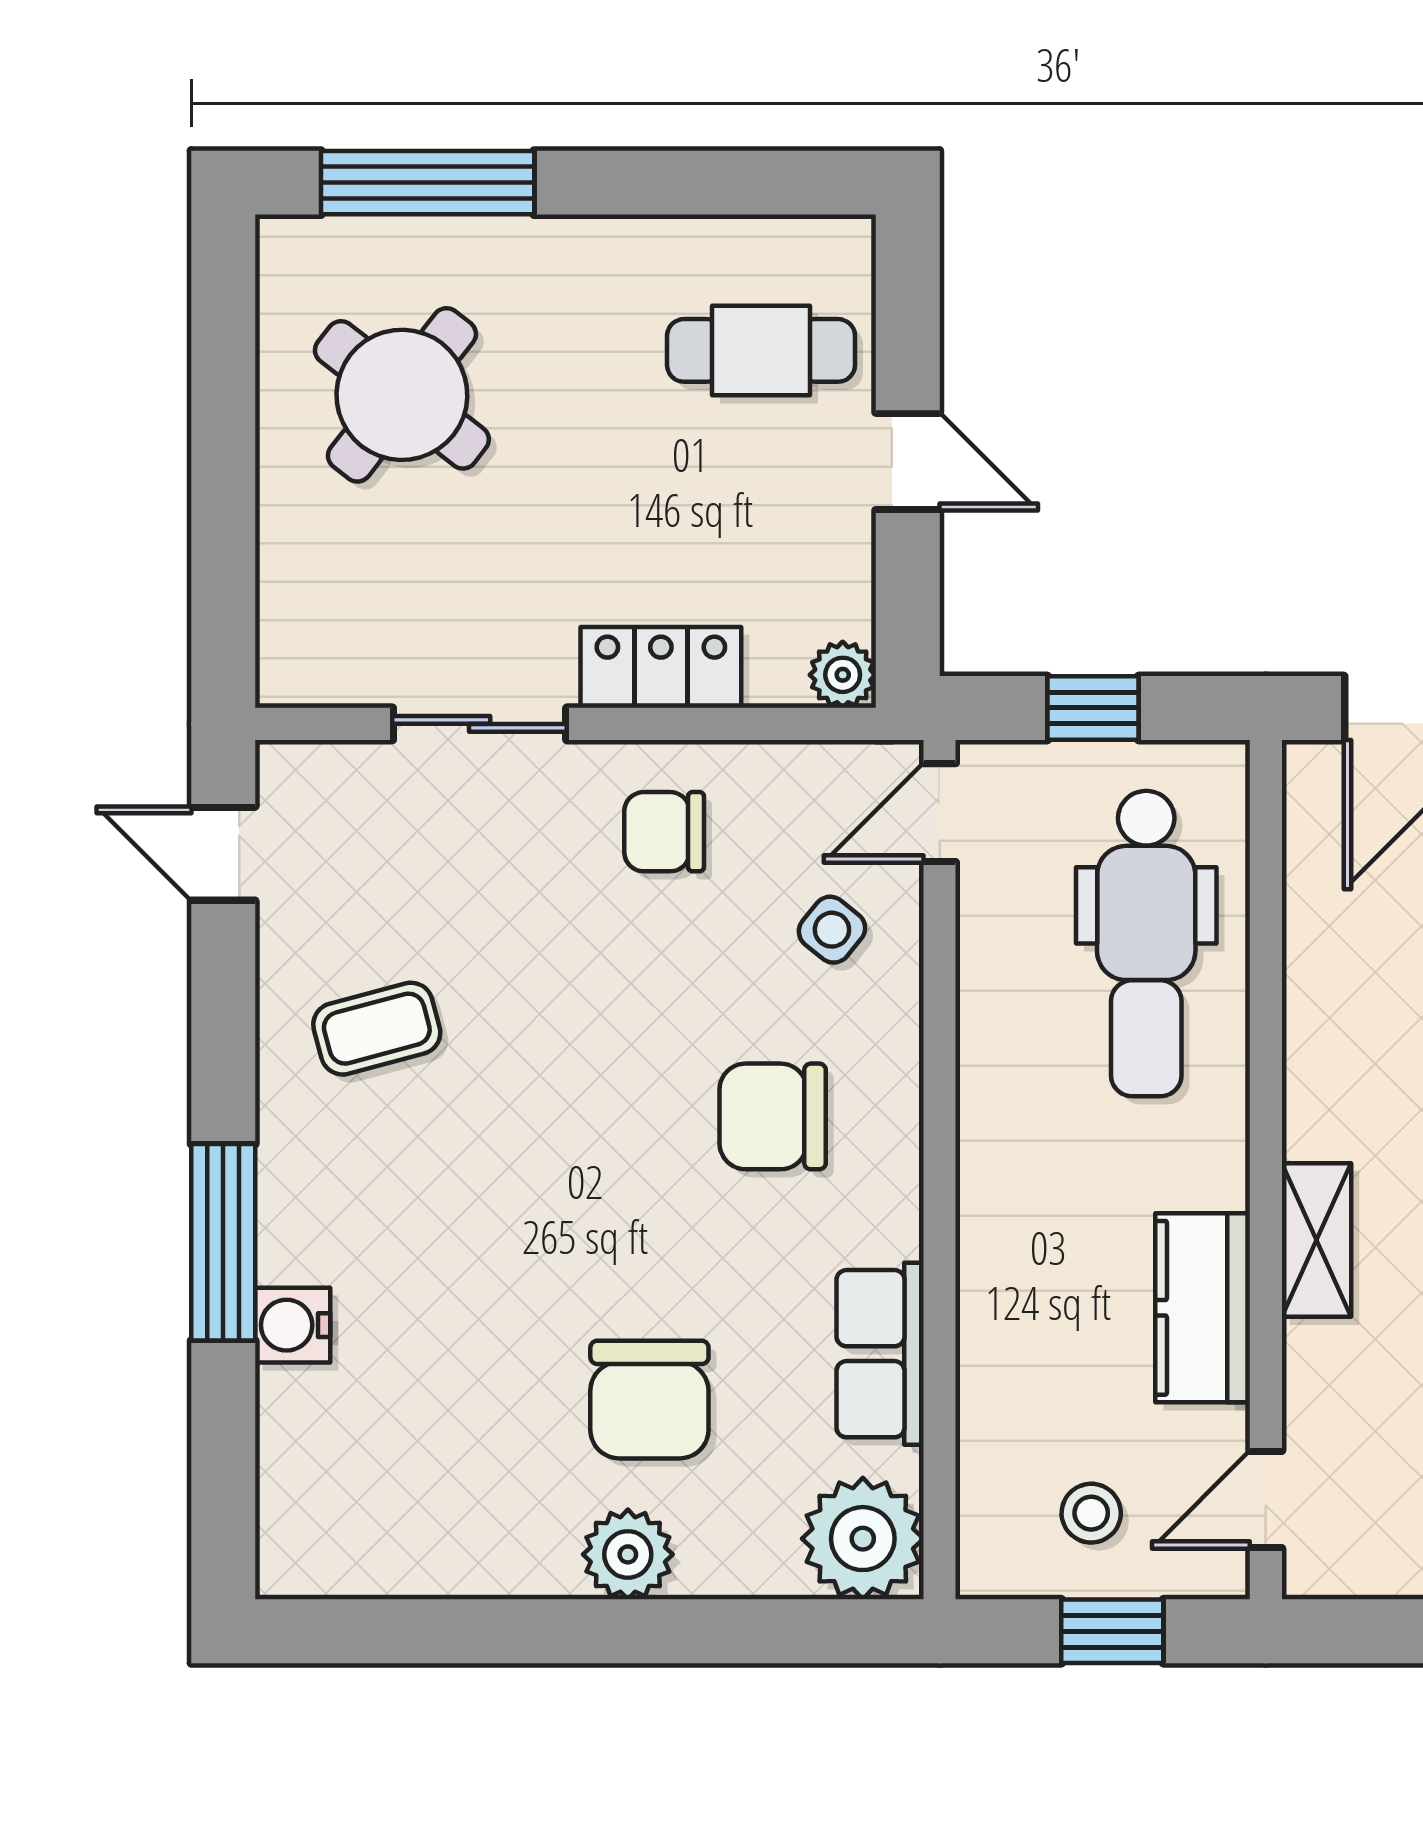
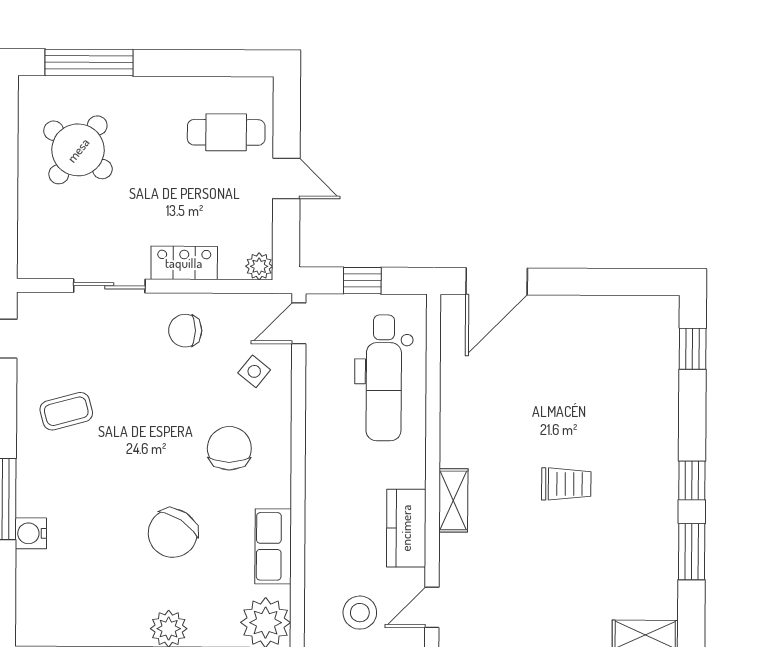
chair: (773, 1116) -> (229, 448), turned 90
chair: (649, 1400) -> (173, 533), moved, turned 33
stool: (1091, 1513) -> (360, 613), width x1.37, depth x1.37

